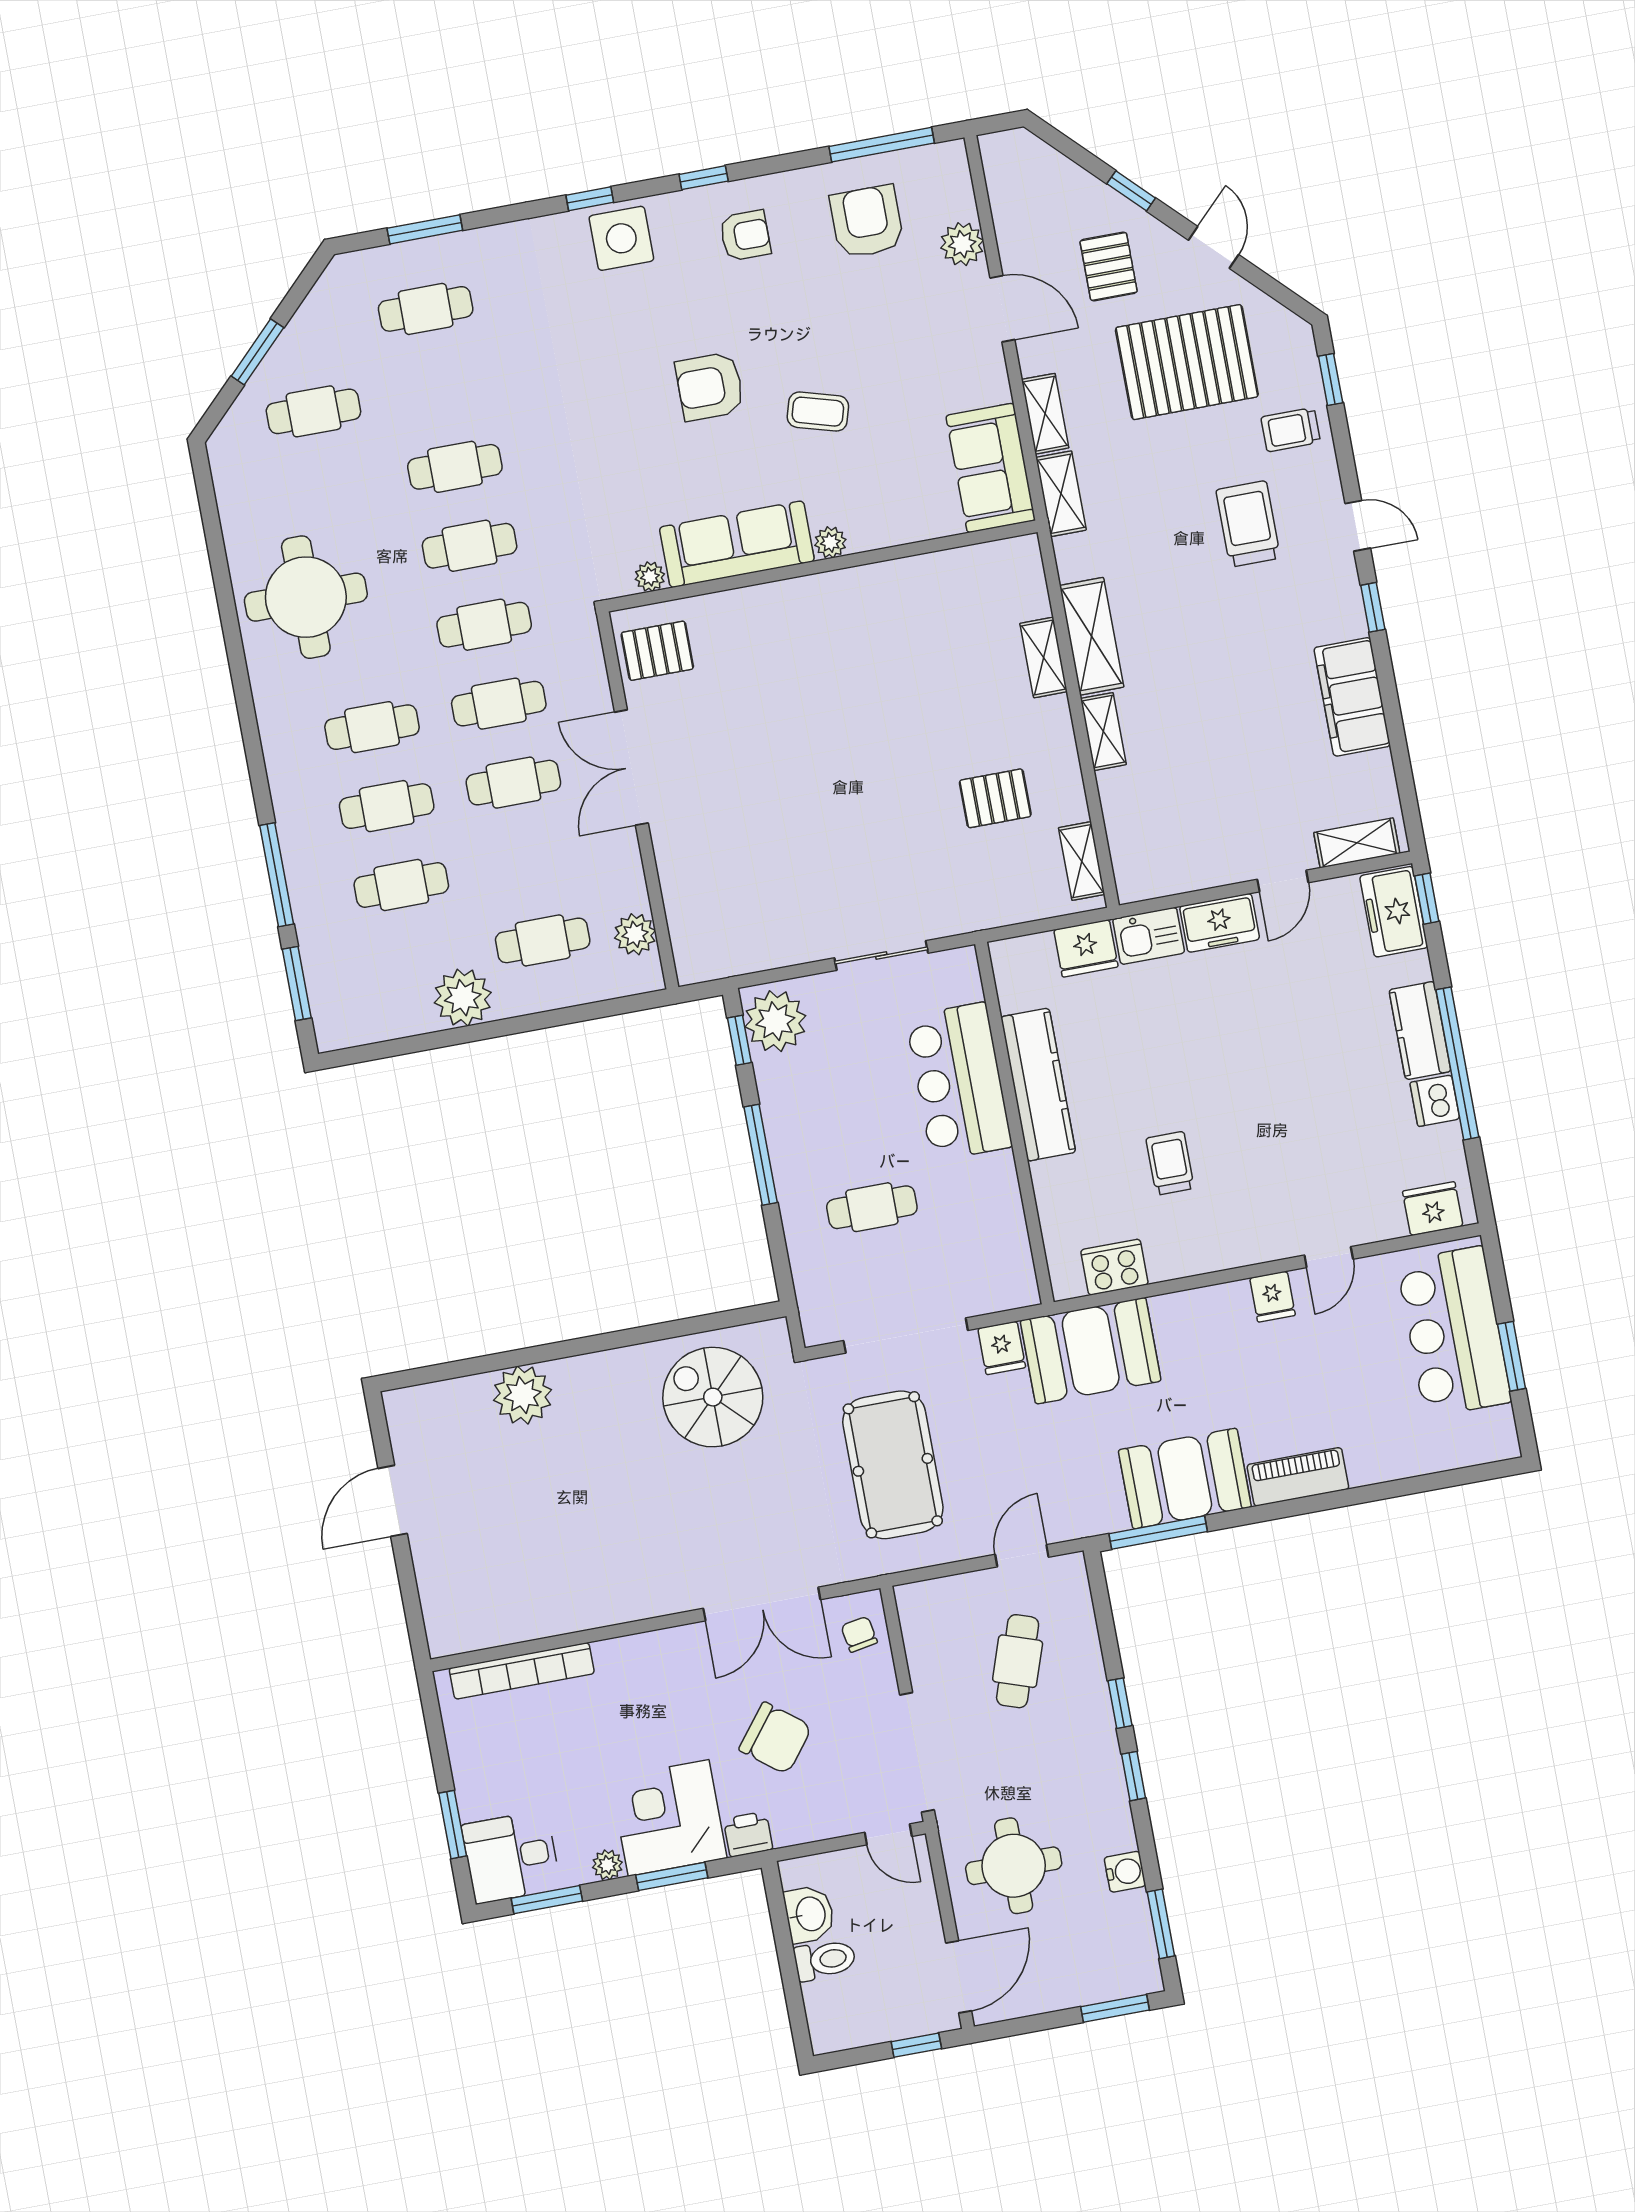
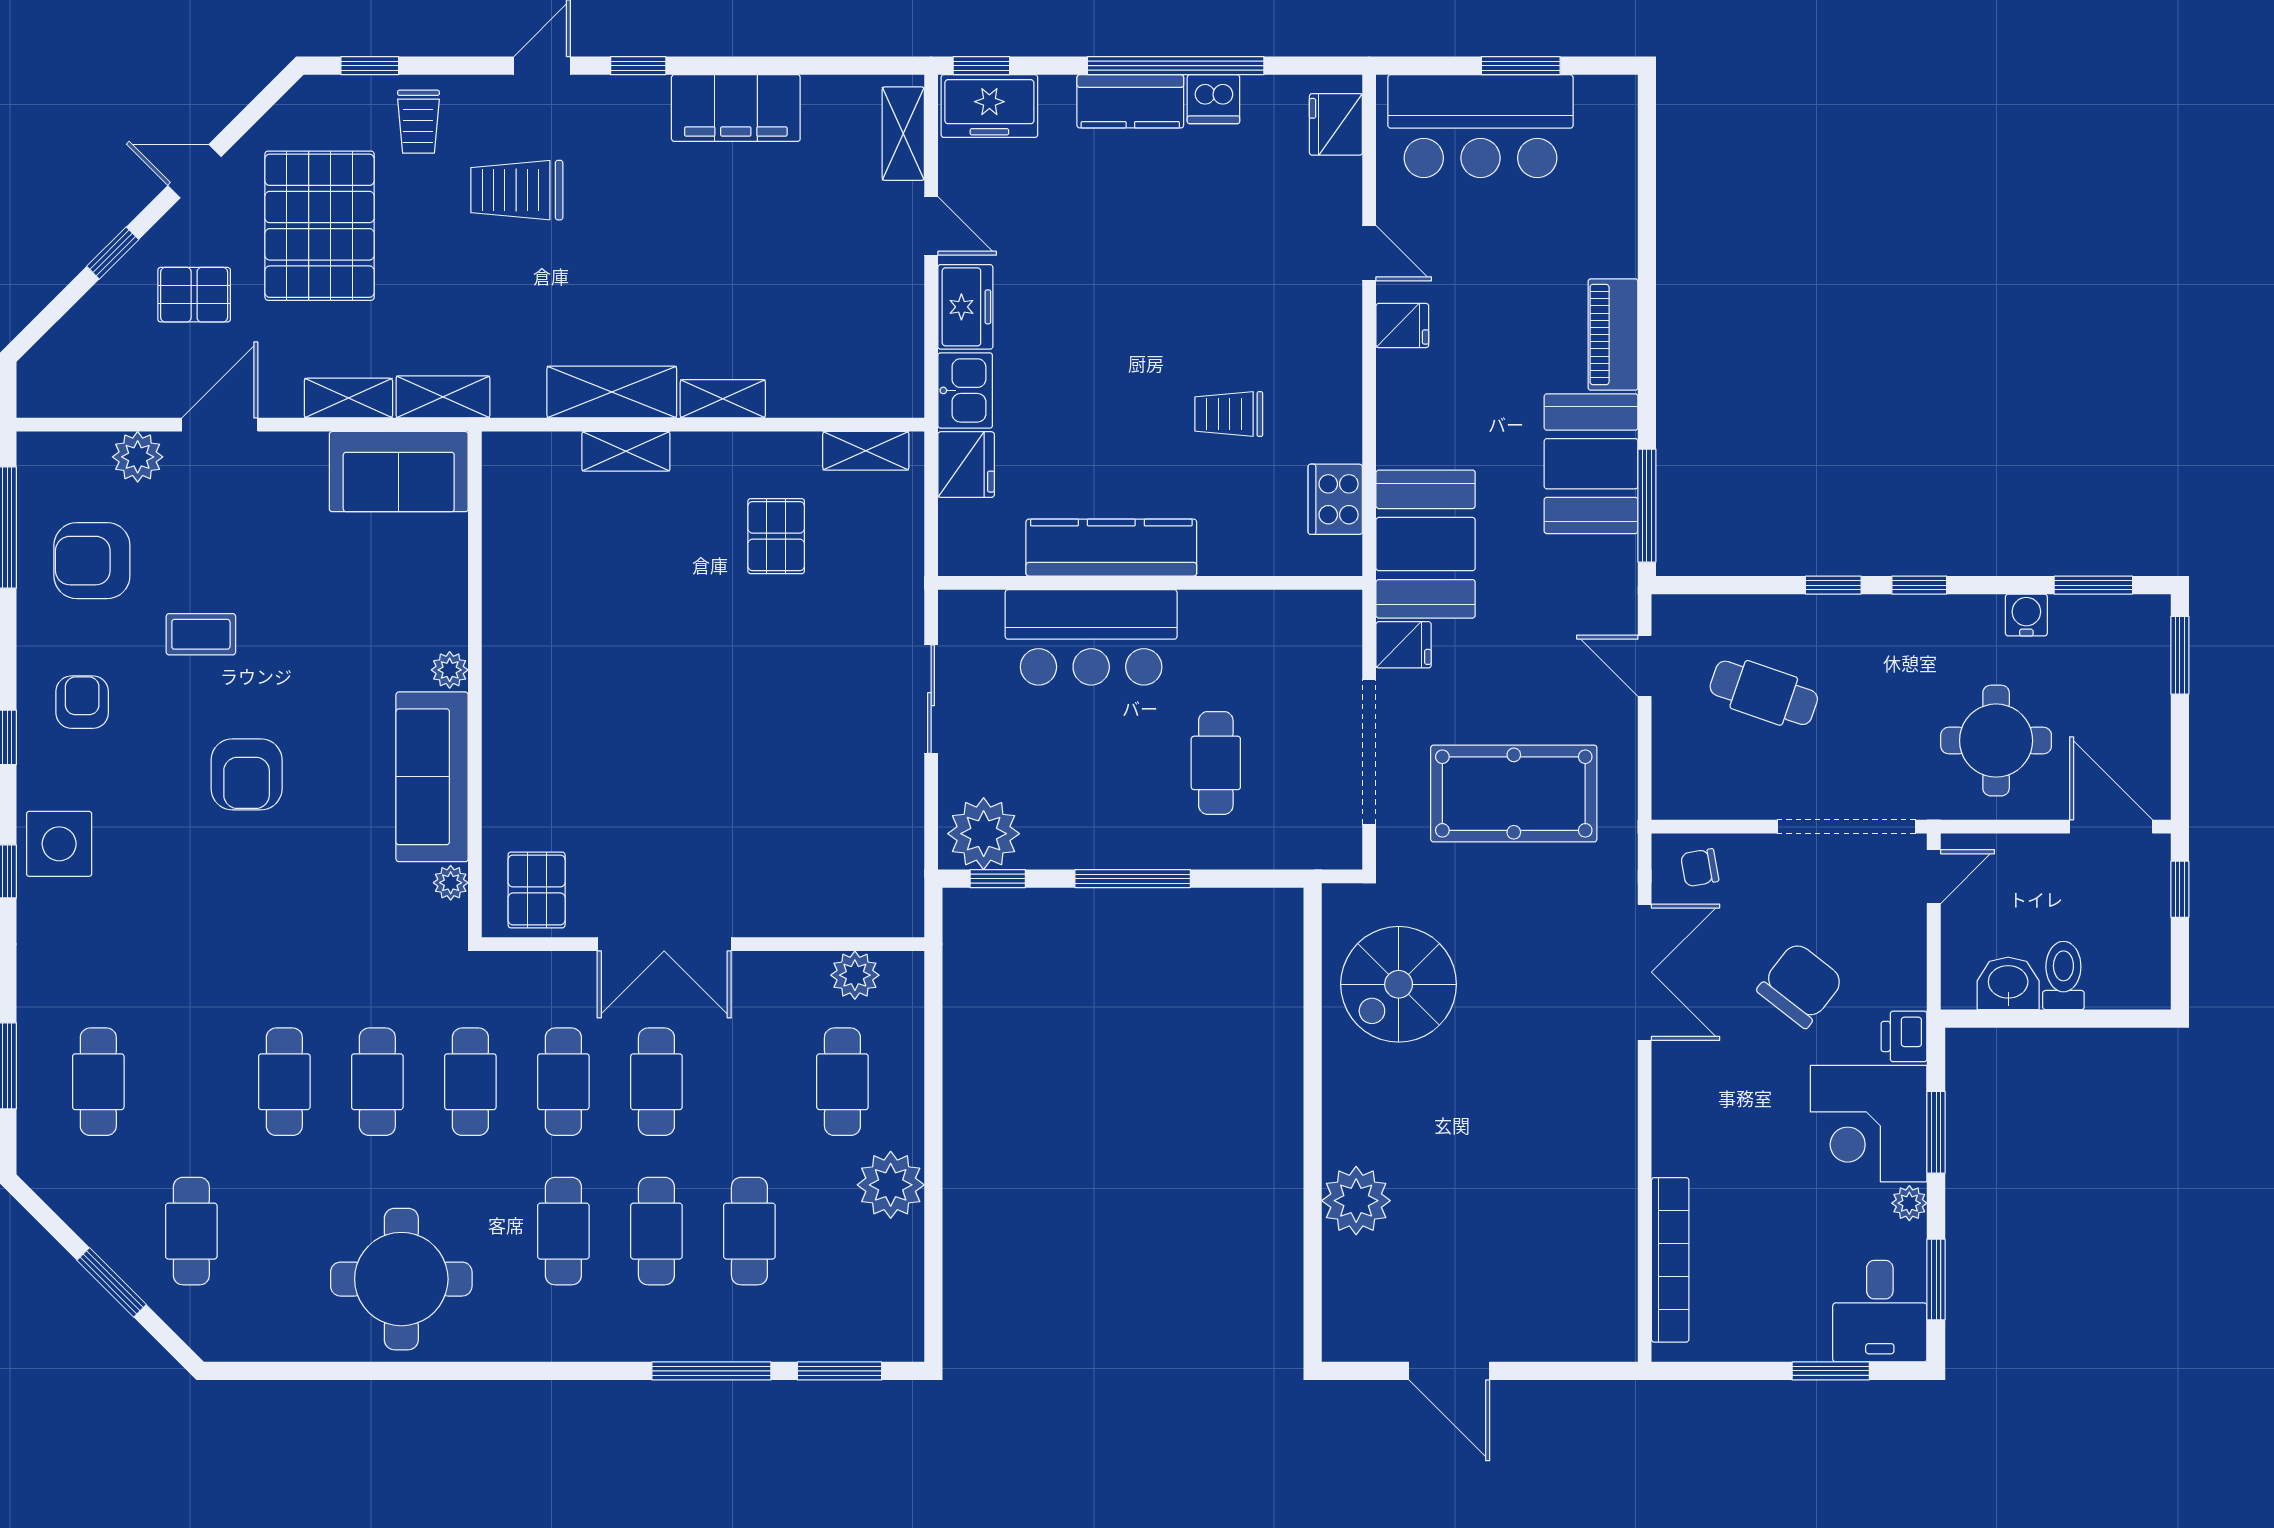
coffee table: (818, 412) -> (201, 634), moved, turned 74

